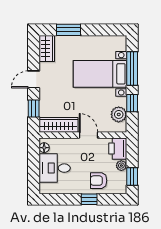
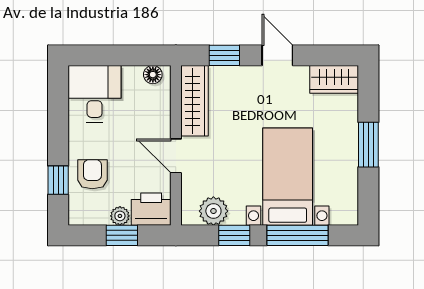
window: (69, 30) -> (368, 145), moved
door: (89, 135) -> (176, 156), swing flipped
desk: (55, 168) -> (95, 94), moved
window: (132, 177) -> (122, 235), moved
window: (89, 199) -> (58, 180), moved

